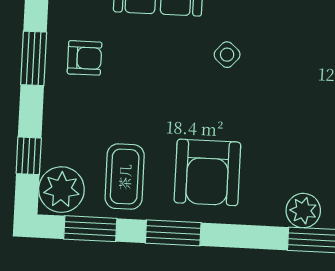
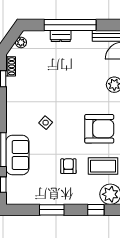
armchair: (85, 58) -> (68, 166), moved

